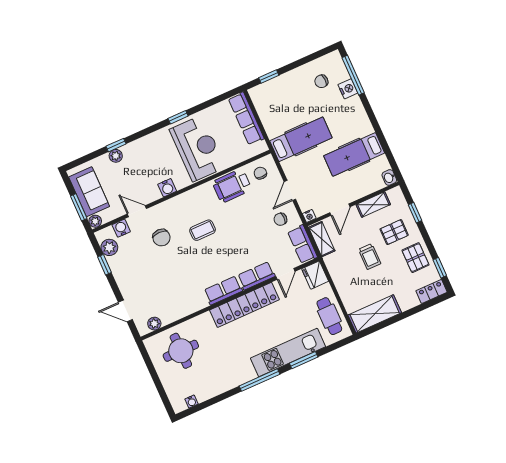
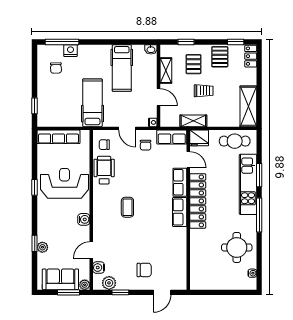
wheelchair: (232, 186) -> (104, 170), turned 180
chair: (161, 238) -> (144, 270), moved
shelving: (322, 239) -> (193, 121), moved
pallet: (415, 258) -> (220, 57), turned 90
plant: (154, 324) -> (181, 275), removed
round table: (181, 351) -> (237, 247), moved

